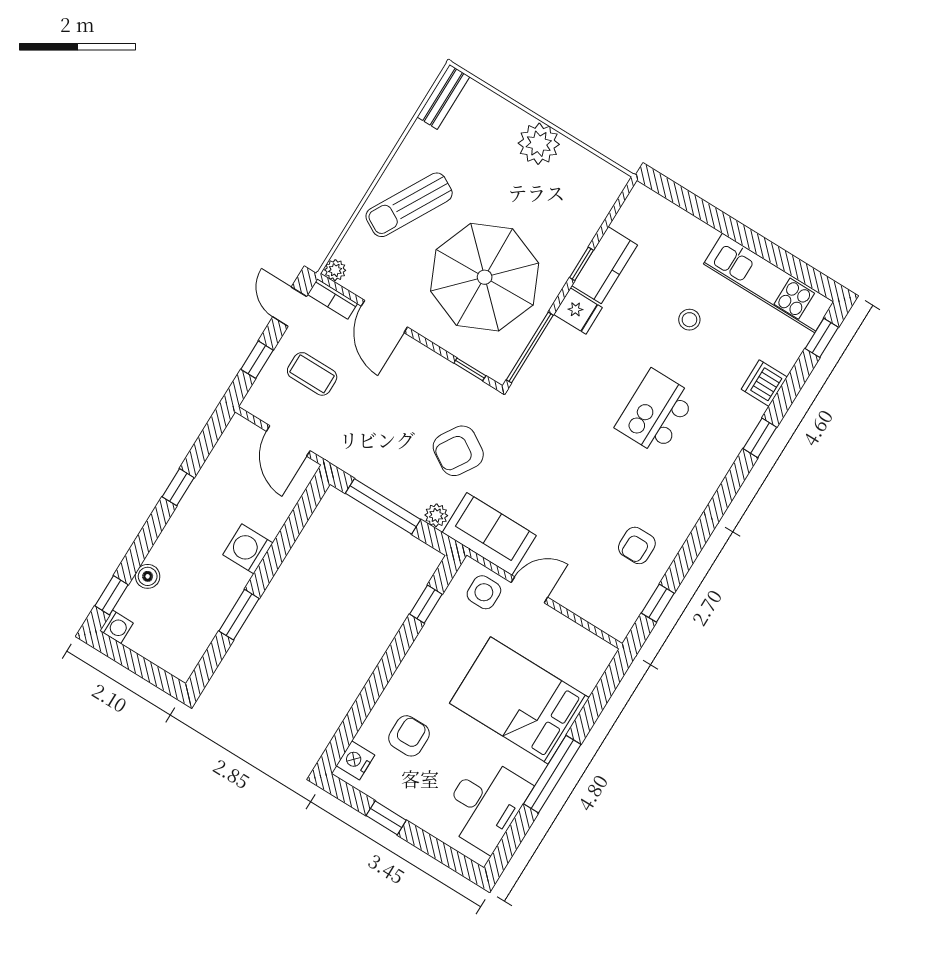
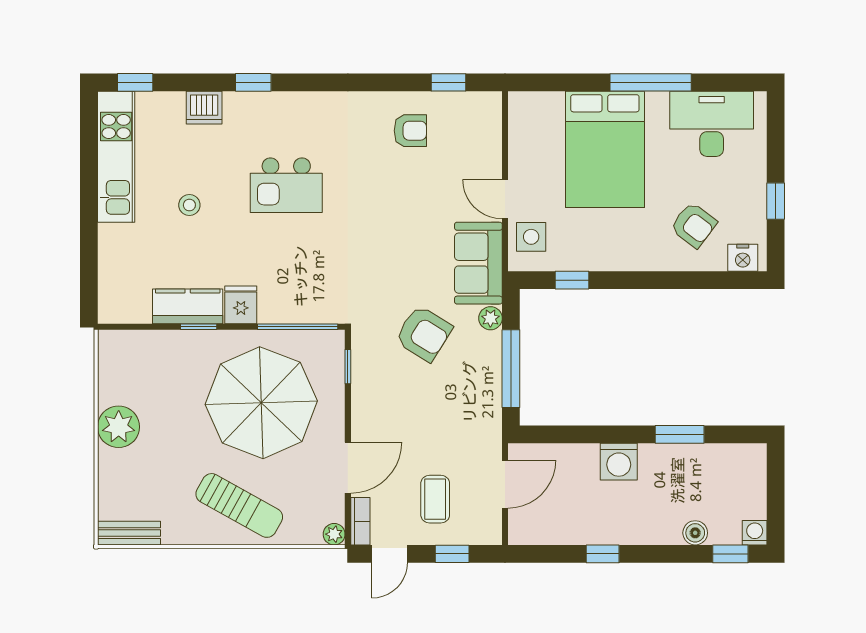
armchair: (409, 736) -> (694, 225), turned -143

